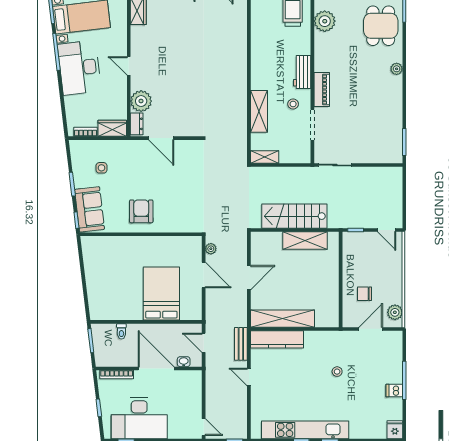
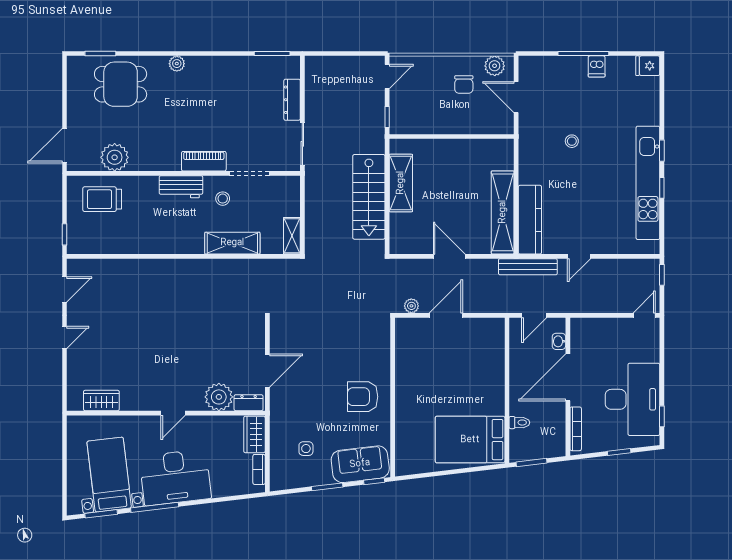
dresser: (369, 157) -> (292, 100), added
bed: (161, 294) -> (470, 440), moved
chair: (364, 294) -> (464, 84), moved
bench: (241, 344) -> (528, 267), width x1.36

